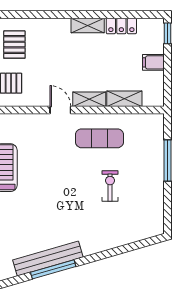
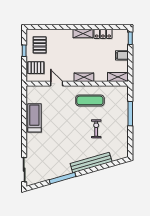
shelving: (124, 99) -> (118, 77), moved
door: (60, 110) -> (57, 84), moved
bench: (48, 258) -> (91, 163), moved

